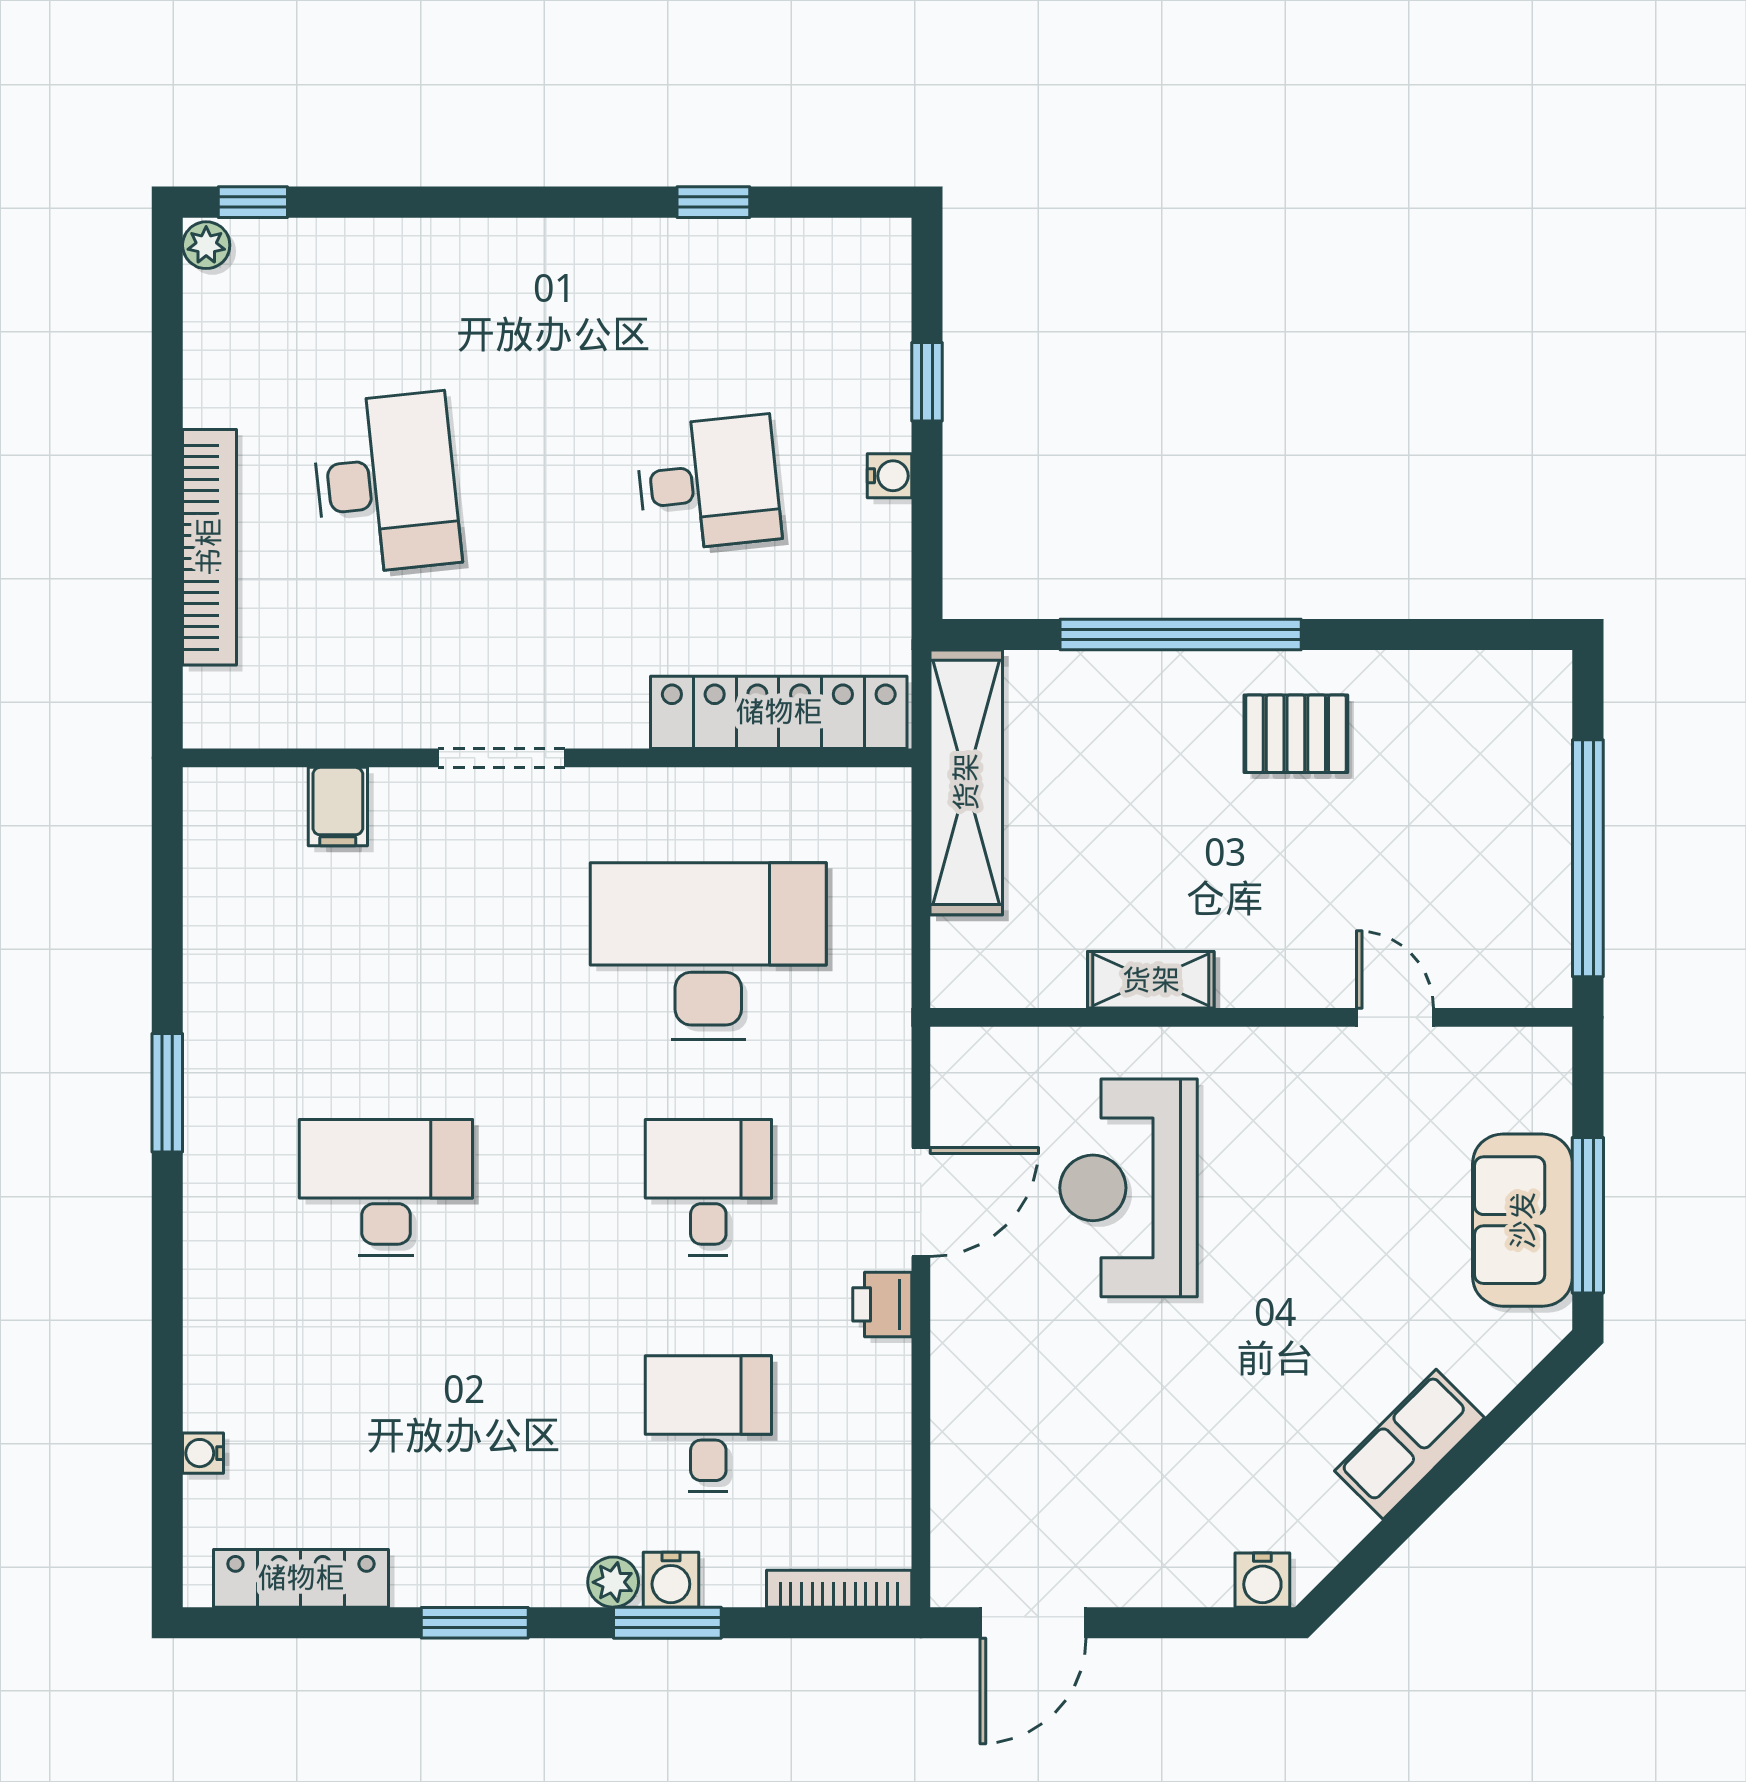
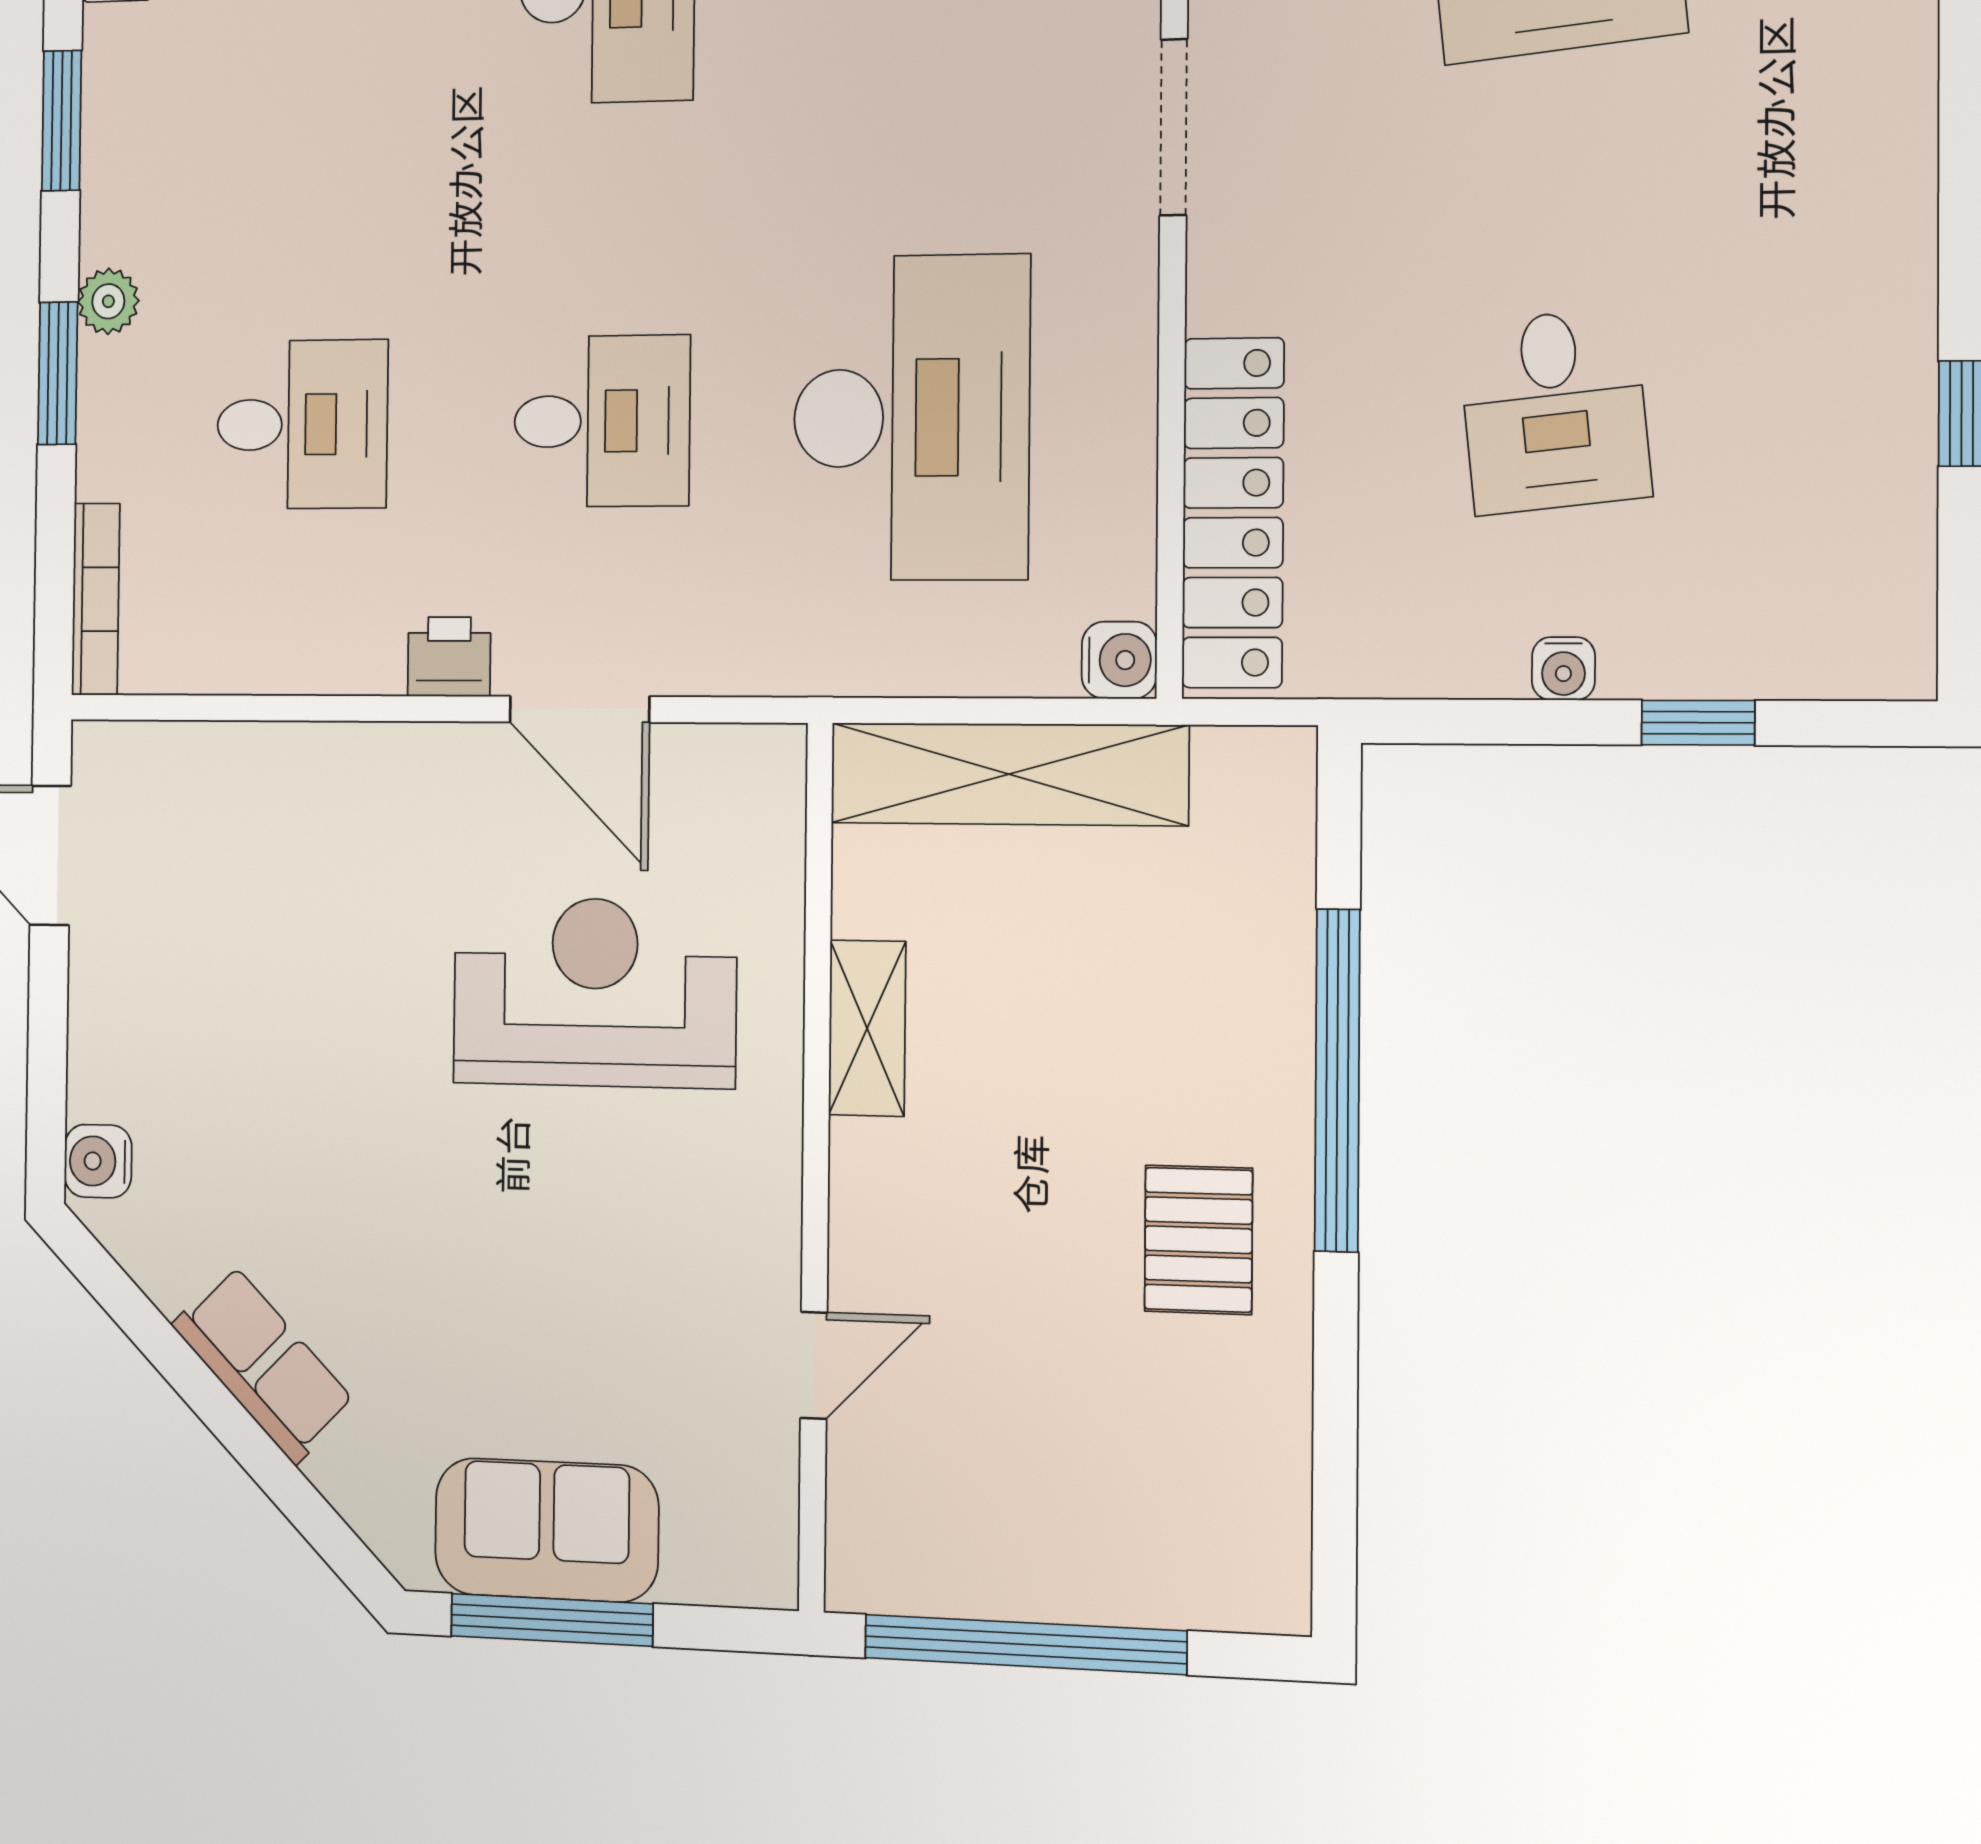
shelving: (966, 782) -> (1009, 774), moved
water cooler: (671, 1580) -> (1119, 660), moved, turned 180

